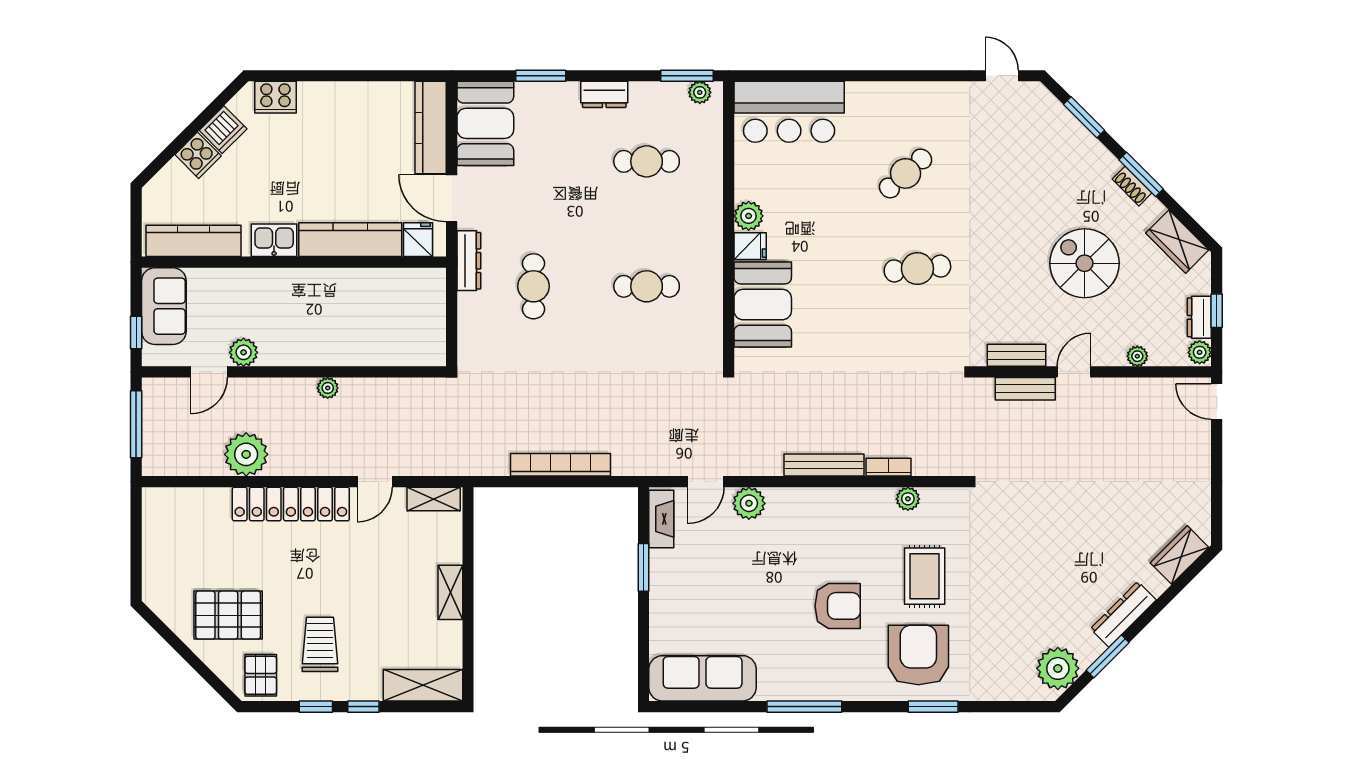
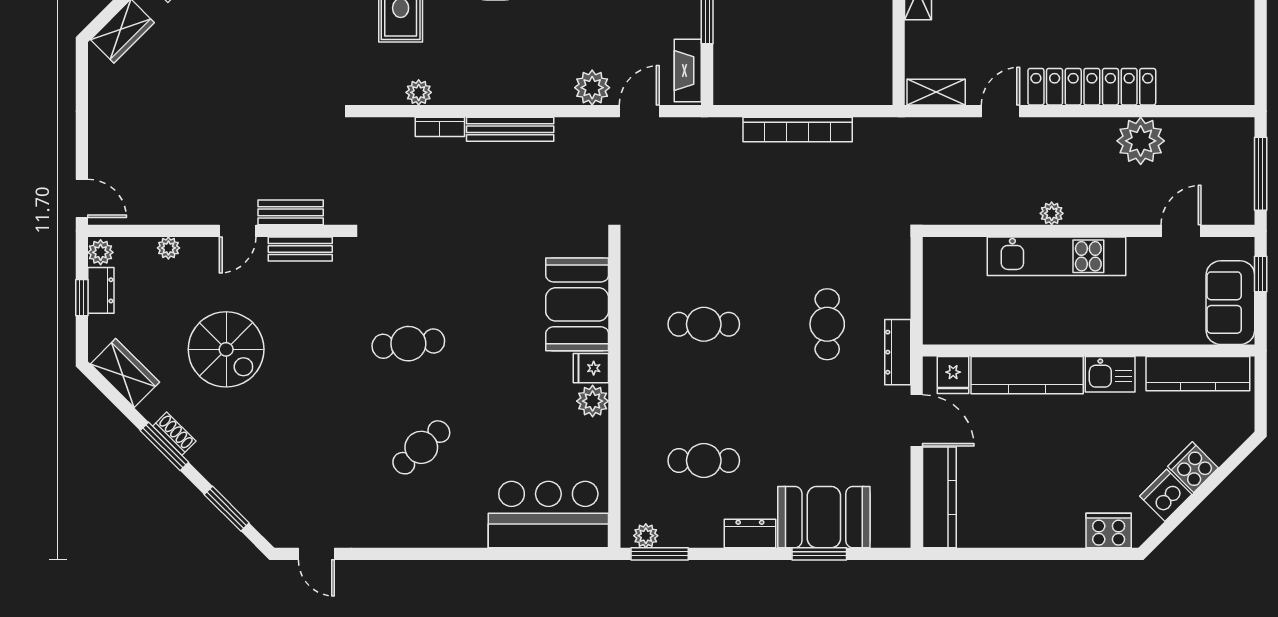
booth: (485, 123) -> (824, 517), moved, turned 90
kitchen unit: (323, 349) -> (1057, 256), added
plant: (244, 352) -> (1143, 252), removed

